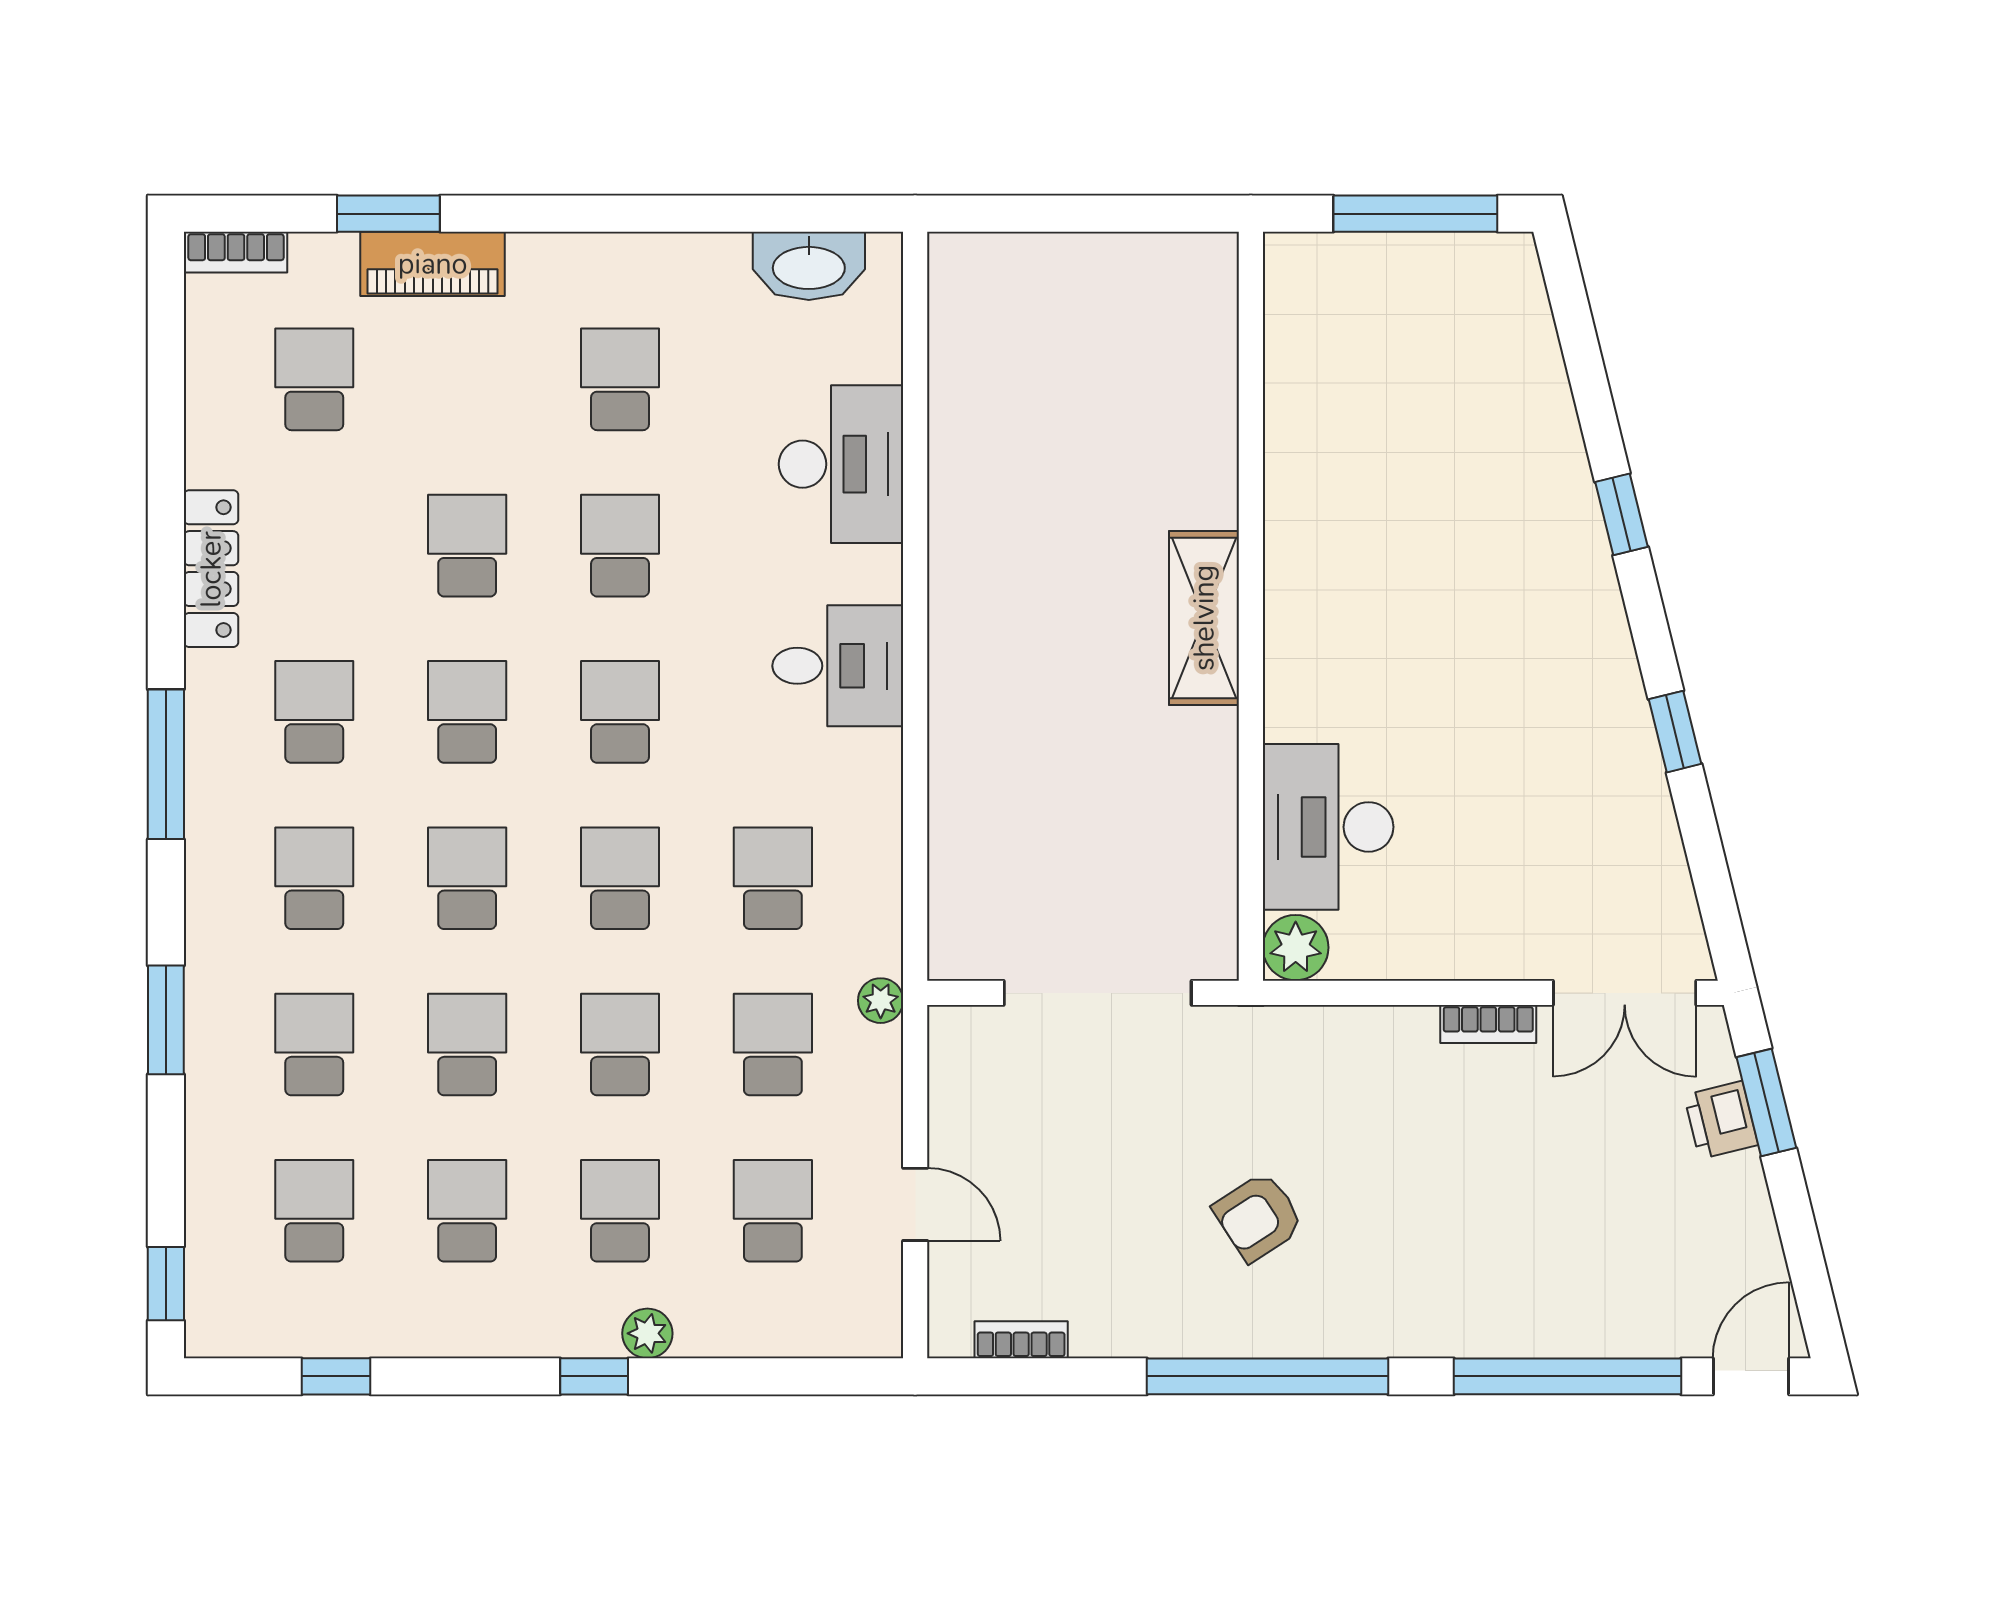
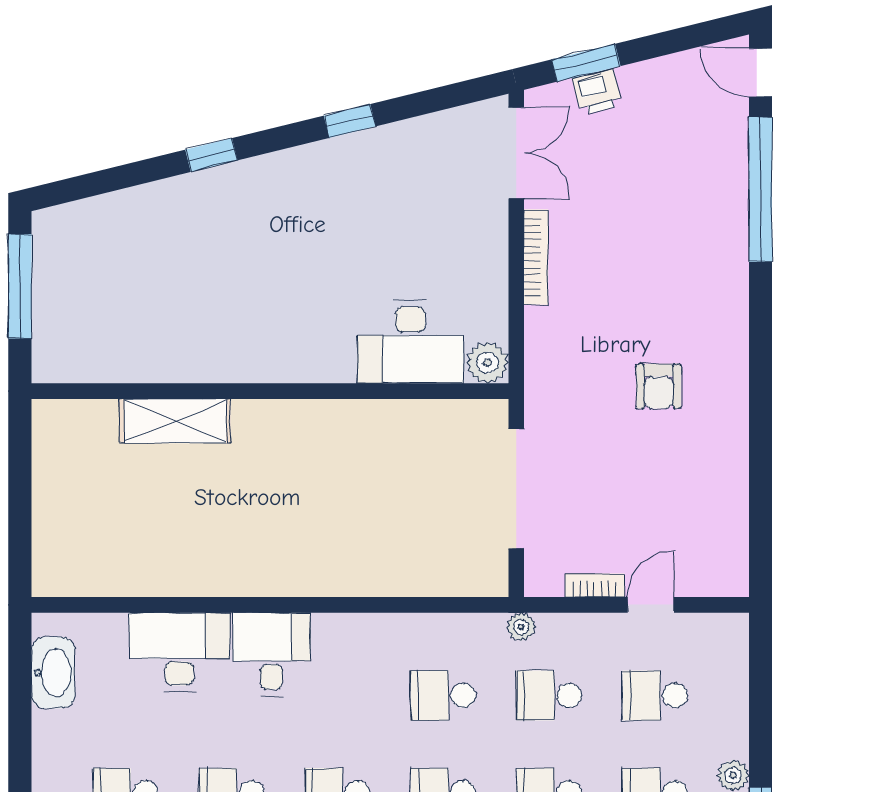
shelving: (1204, 618) -> (175, 421), moved
desk: (838, 666) -> (271, 654), moved
bookcase: (1488, 1024) -> (536, 257), width x1.56
armchair: (1258, 1217) -> (659, 386), turned 33
bookcase: (1021, 1340) -> (595, 585), moved, turned 90
window: (1267, 1376) -> (760, 381), removed

